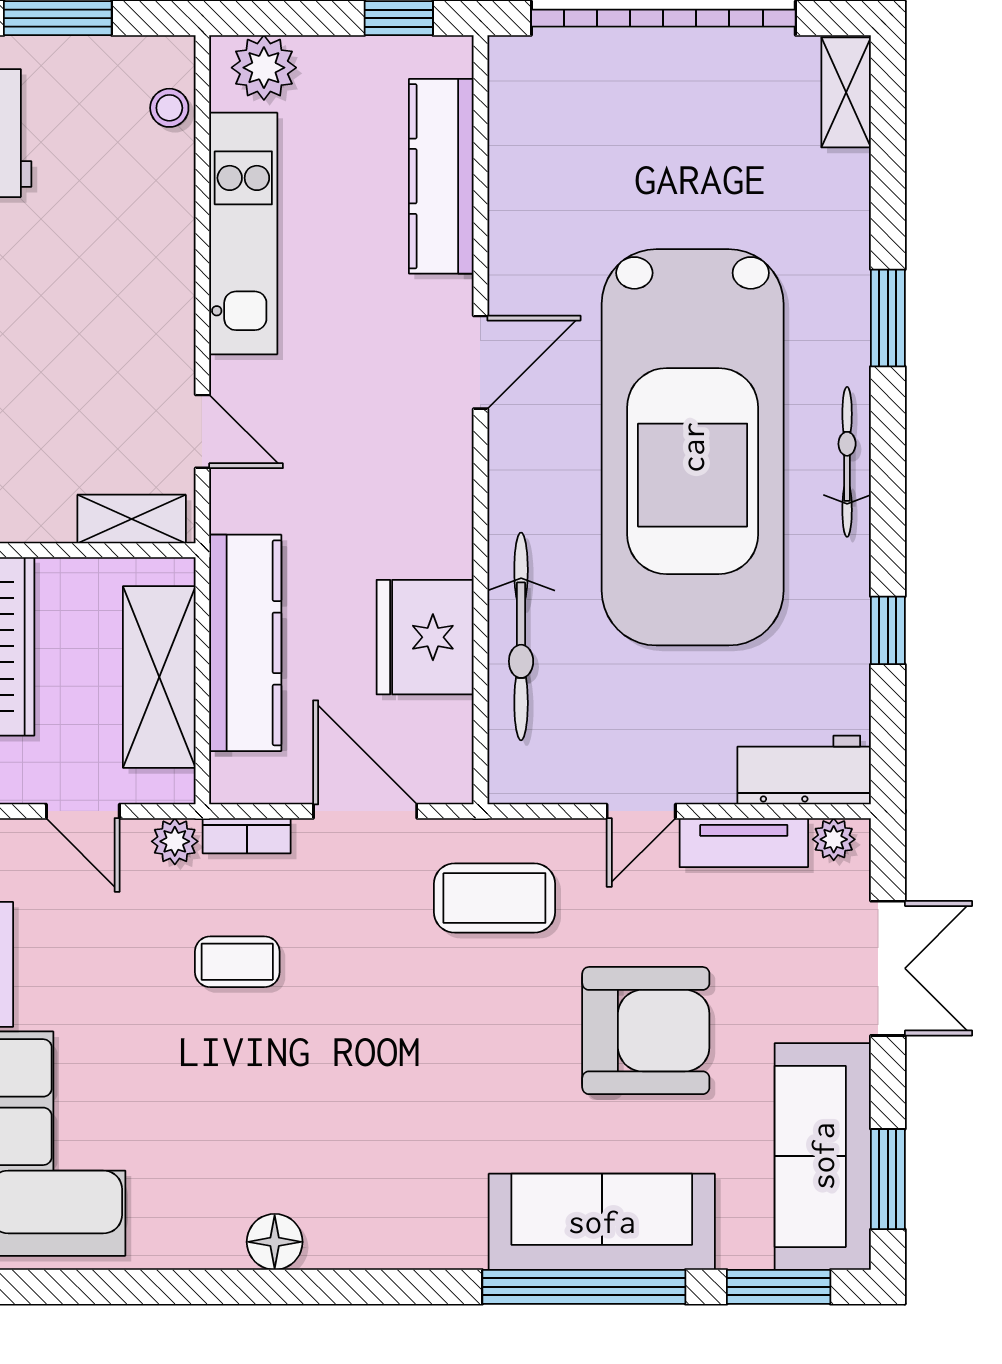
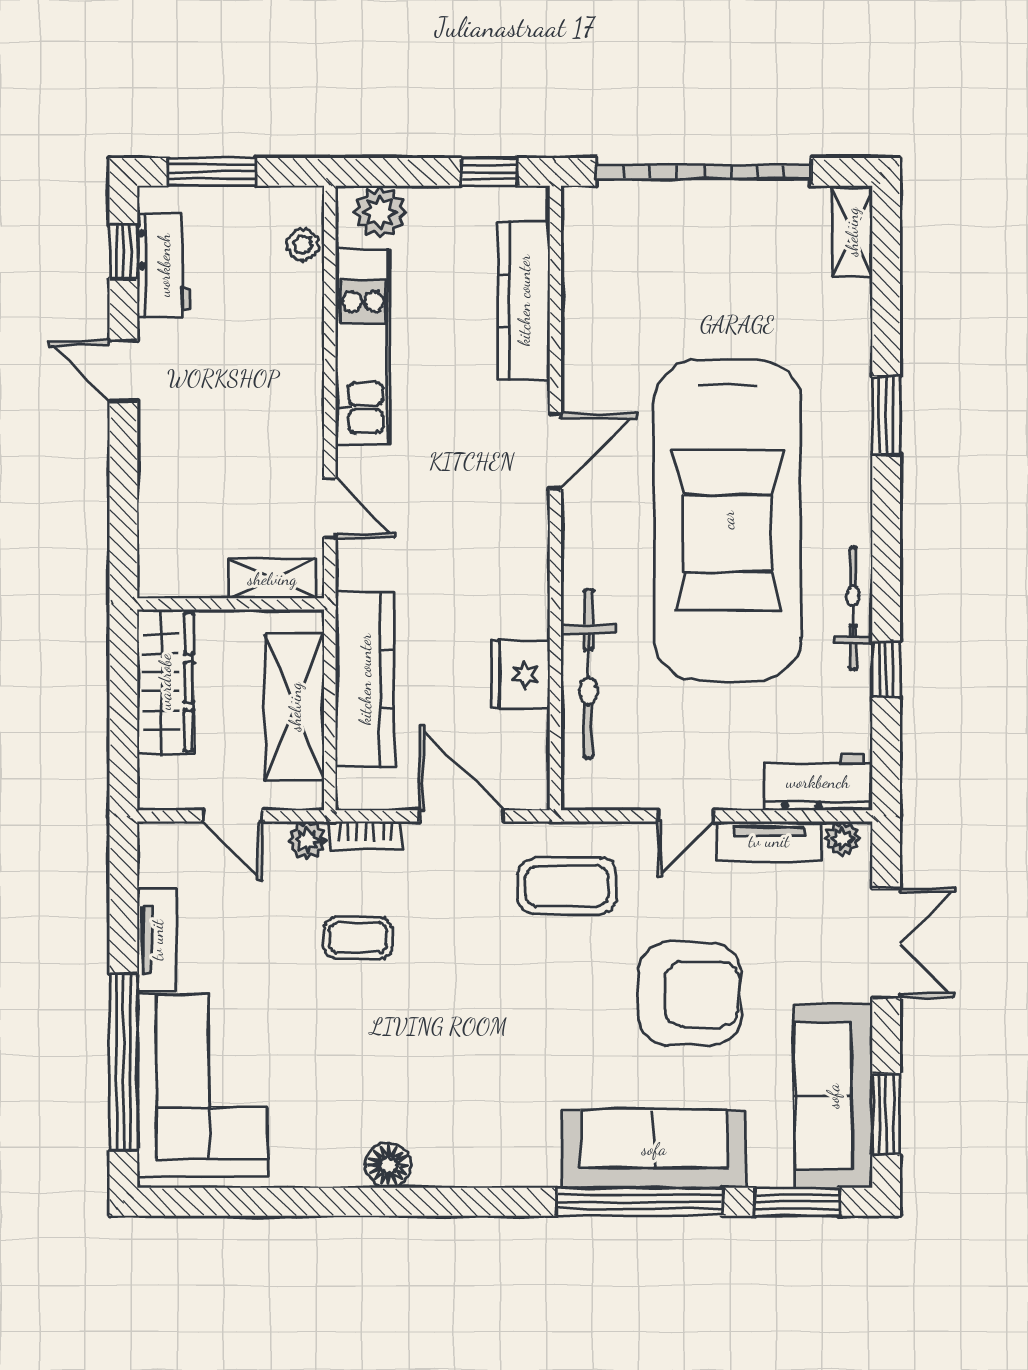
bicycle: (847, 462) -> (853, 608), moved
fridge: (425, 637) -> (520, 674), width x0.73, depth x0.75

